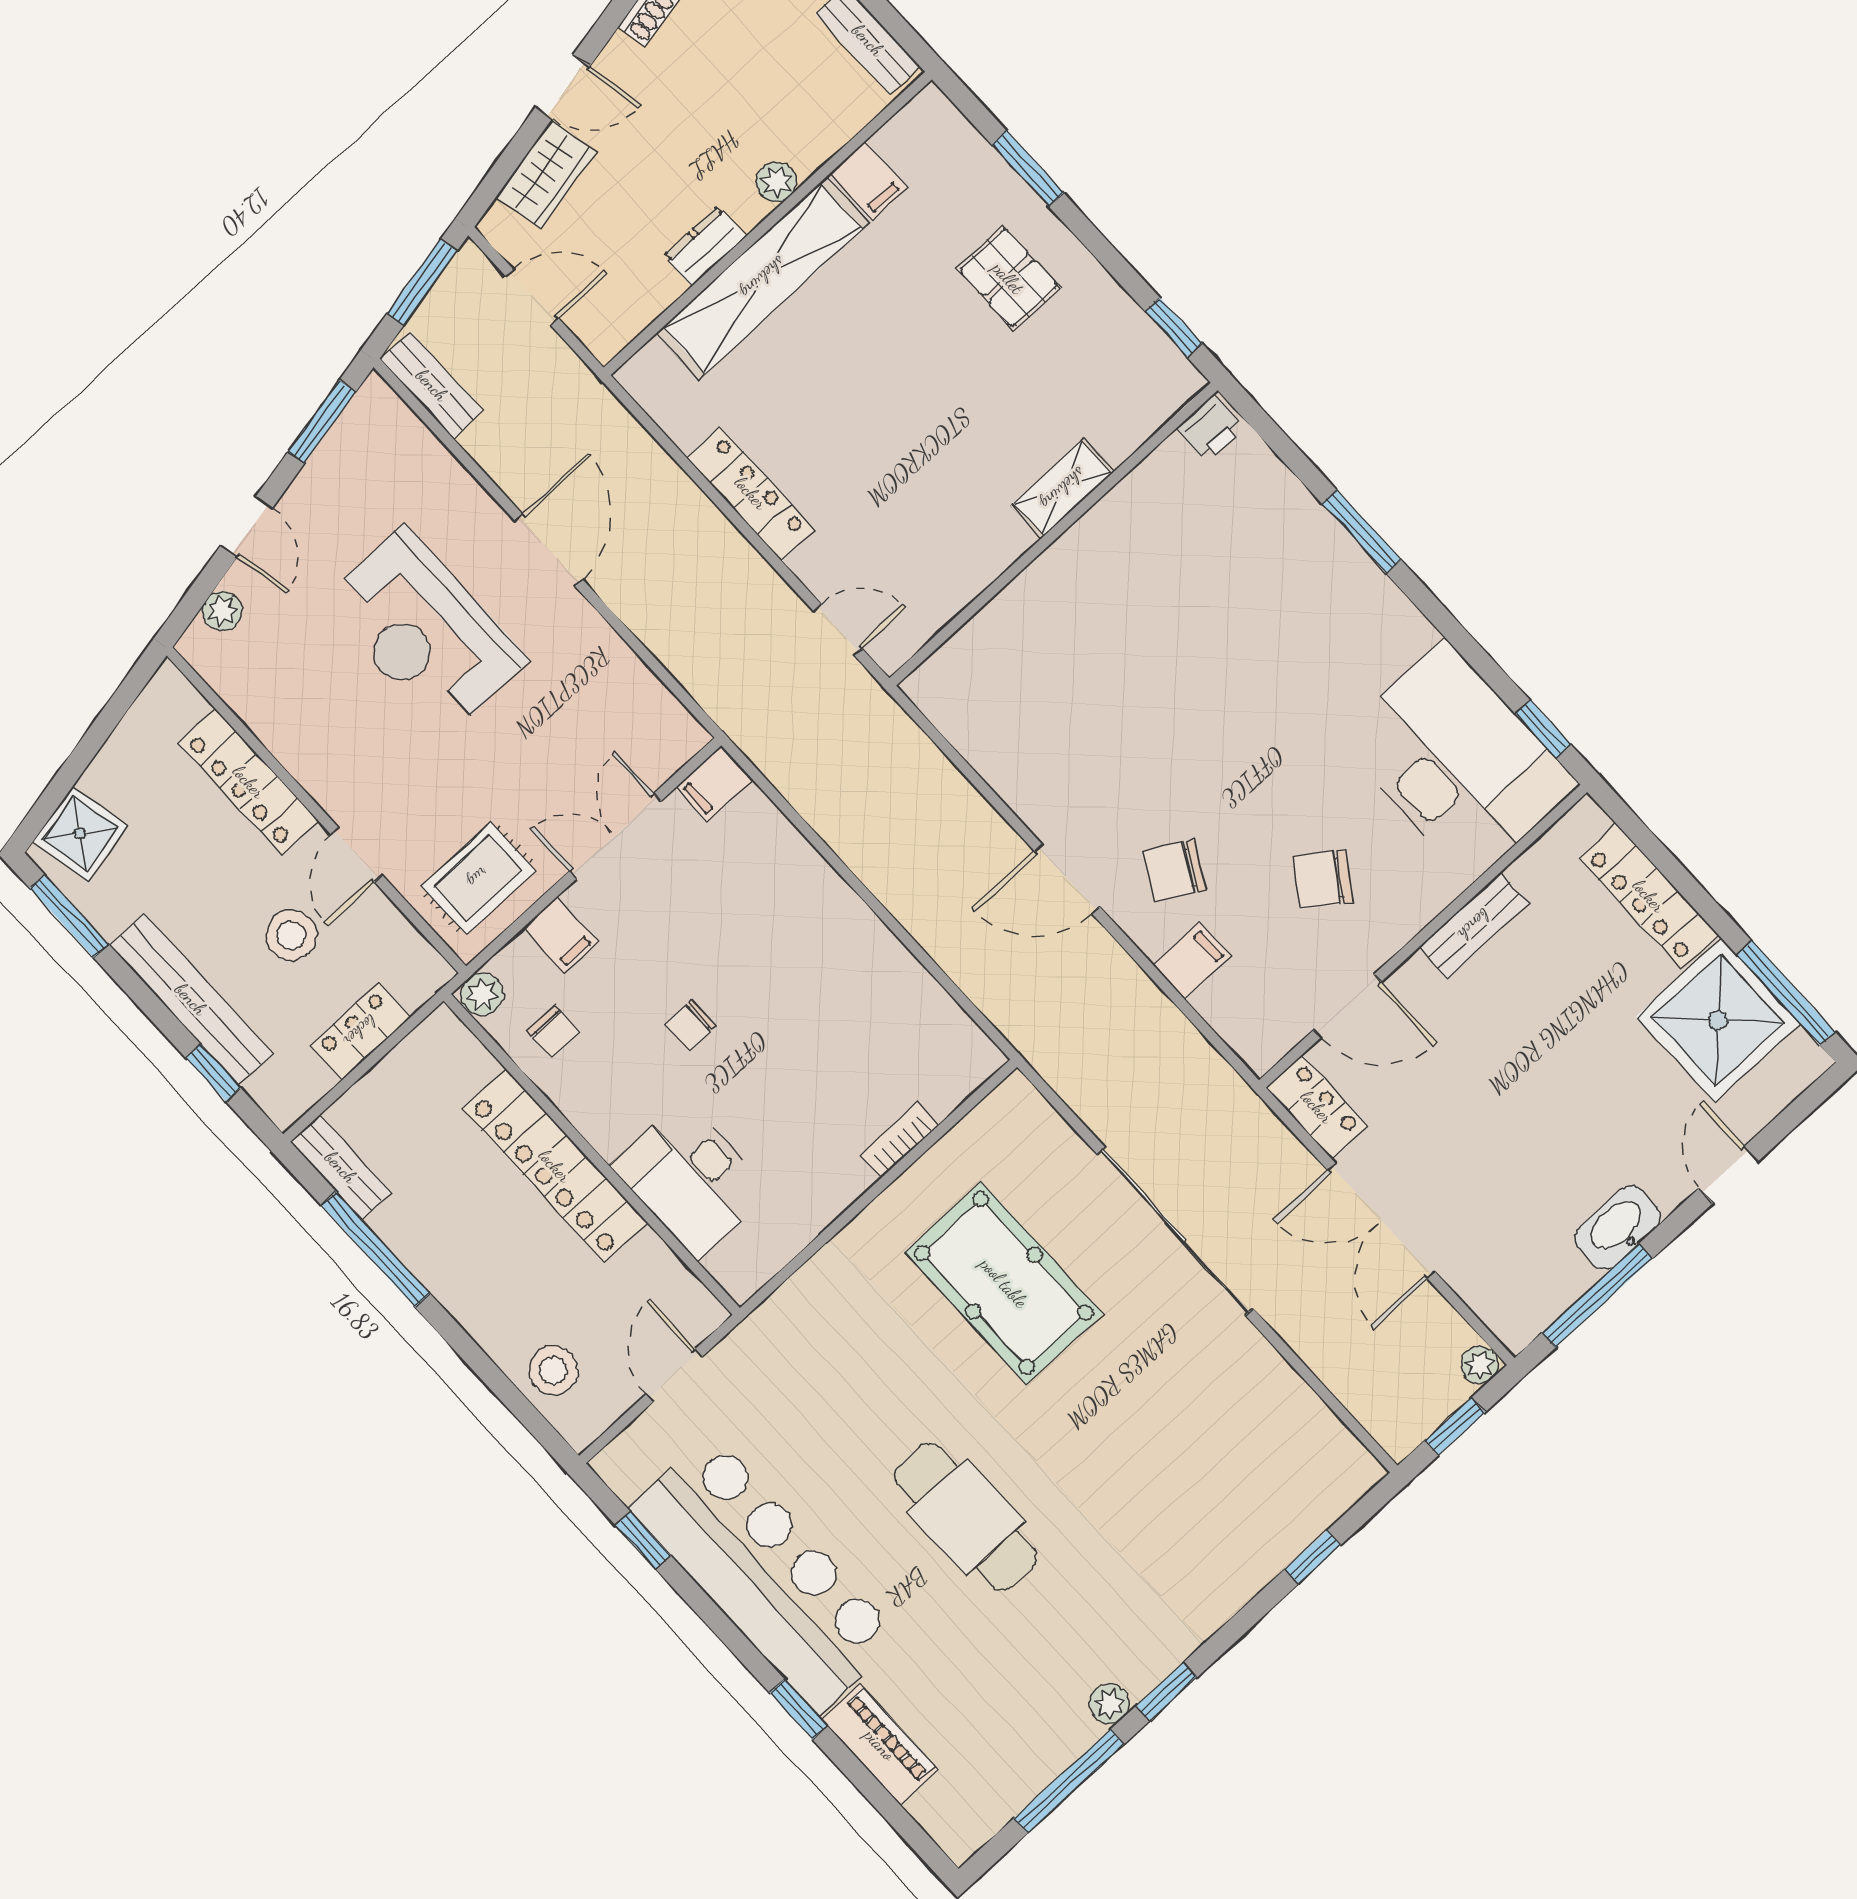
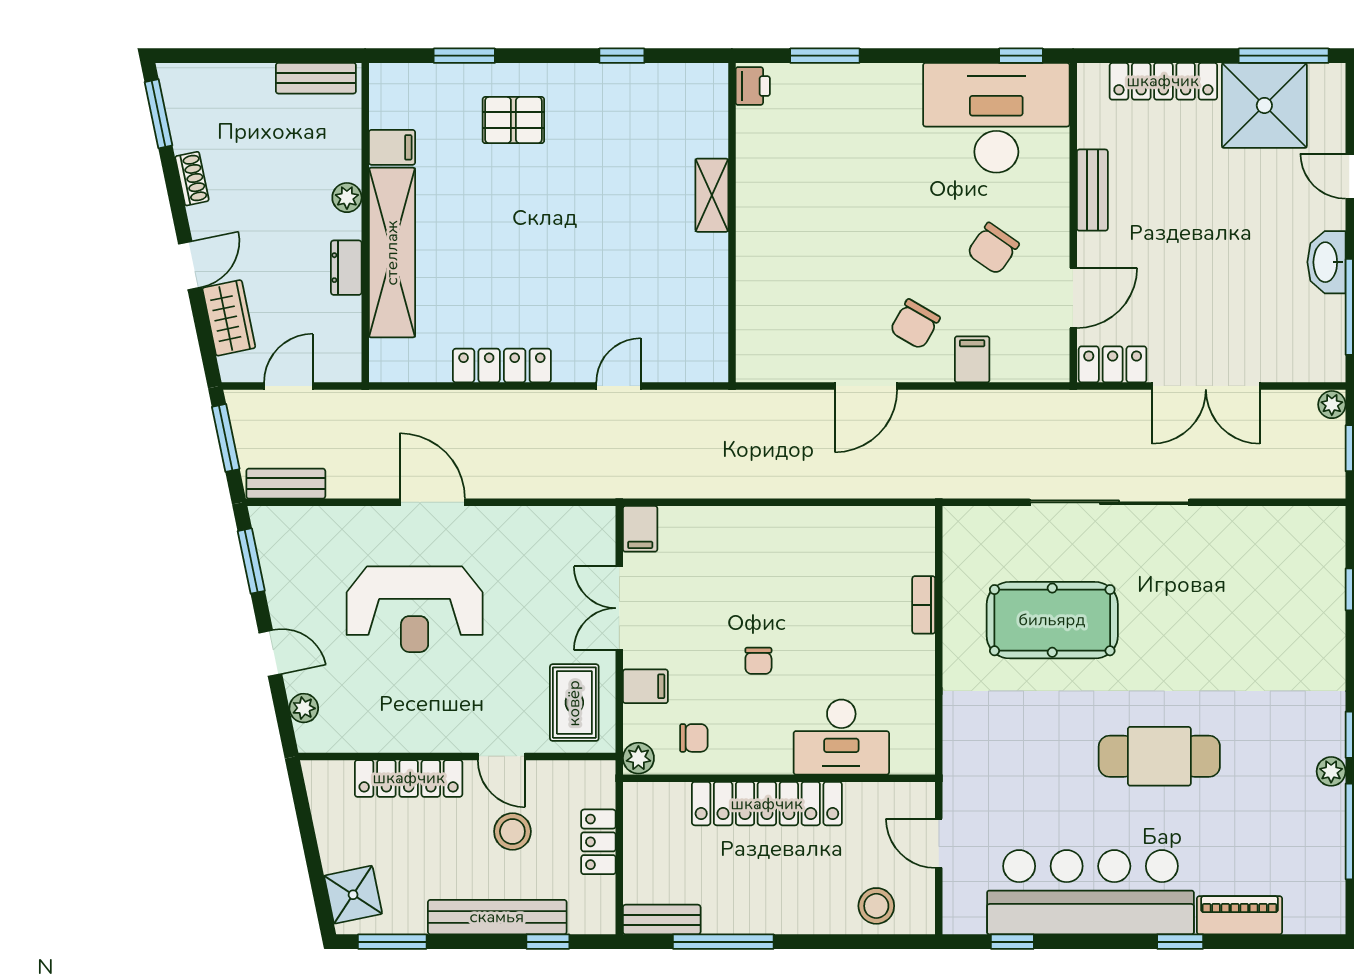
printer: (1210, 429) -> (753, 86), moved
shelving: (1063, 489) -> (712, 195), moved
wall: (1053, 534) -> (732, 223), moved

